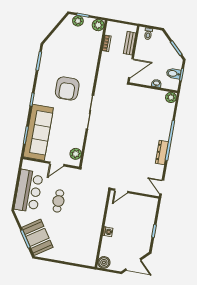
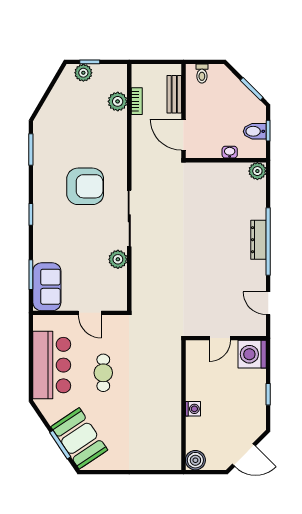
plant: (98, 25) -> (118, 101), moved
door: (131, 68) -> (183, 135), swing flipped
armchair: (67, 88) -> (85, 186), turned -90
sofa: (38, 132) -> (47, 287), width x0.54, depth x0.79
dresser: (162, 152) -> (259, 240), moved
plant: (76, 154) -> (118, 259), moved
door: (57, 164) -> (90, 313), hinge flipped
door: (162, 187) -> (268, 303), moved
door: (121, 191) -> (220, 338), moved
washing machine: (149, 206) -> (252, 354), added

